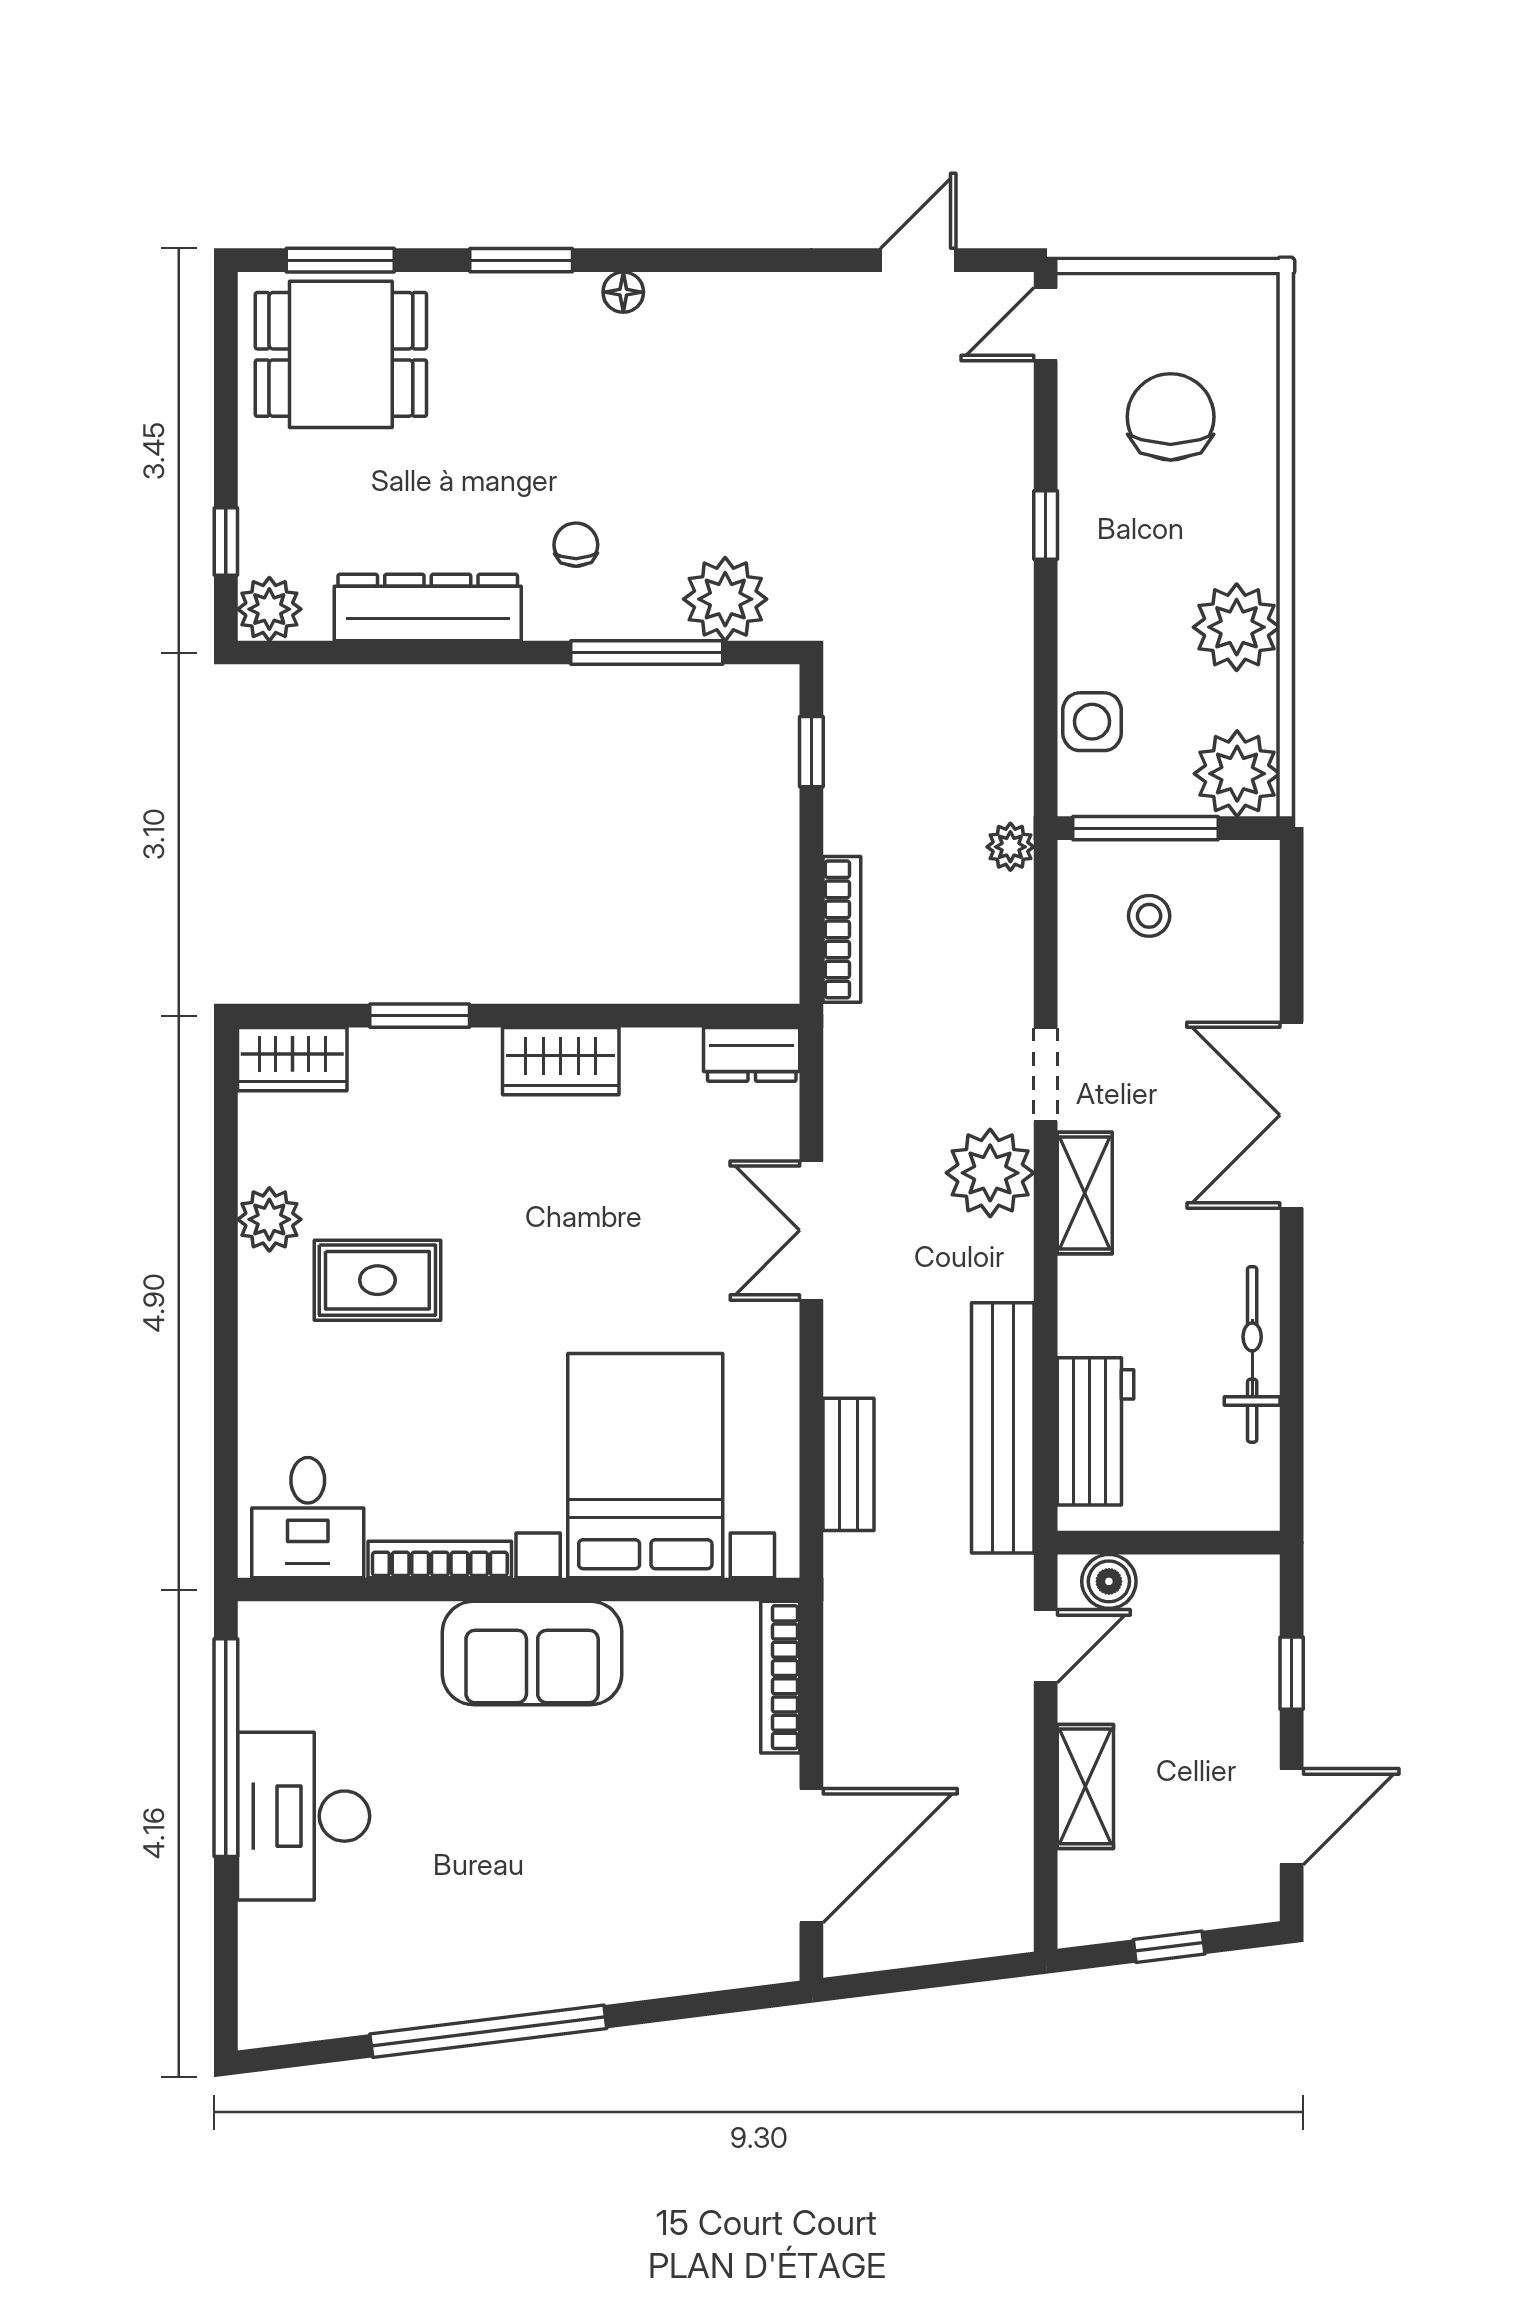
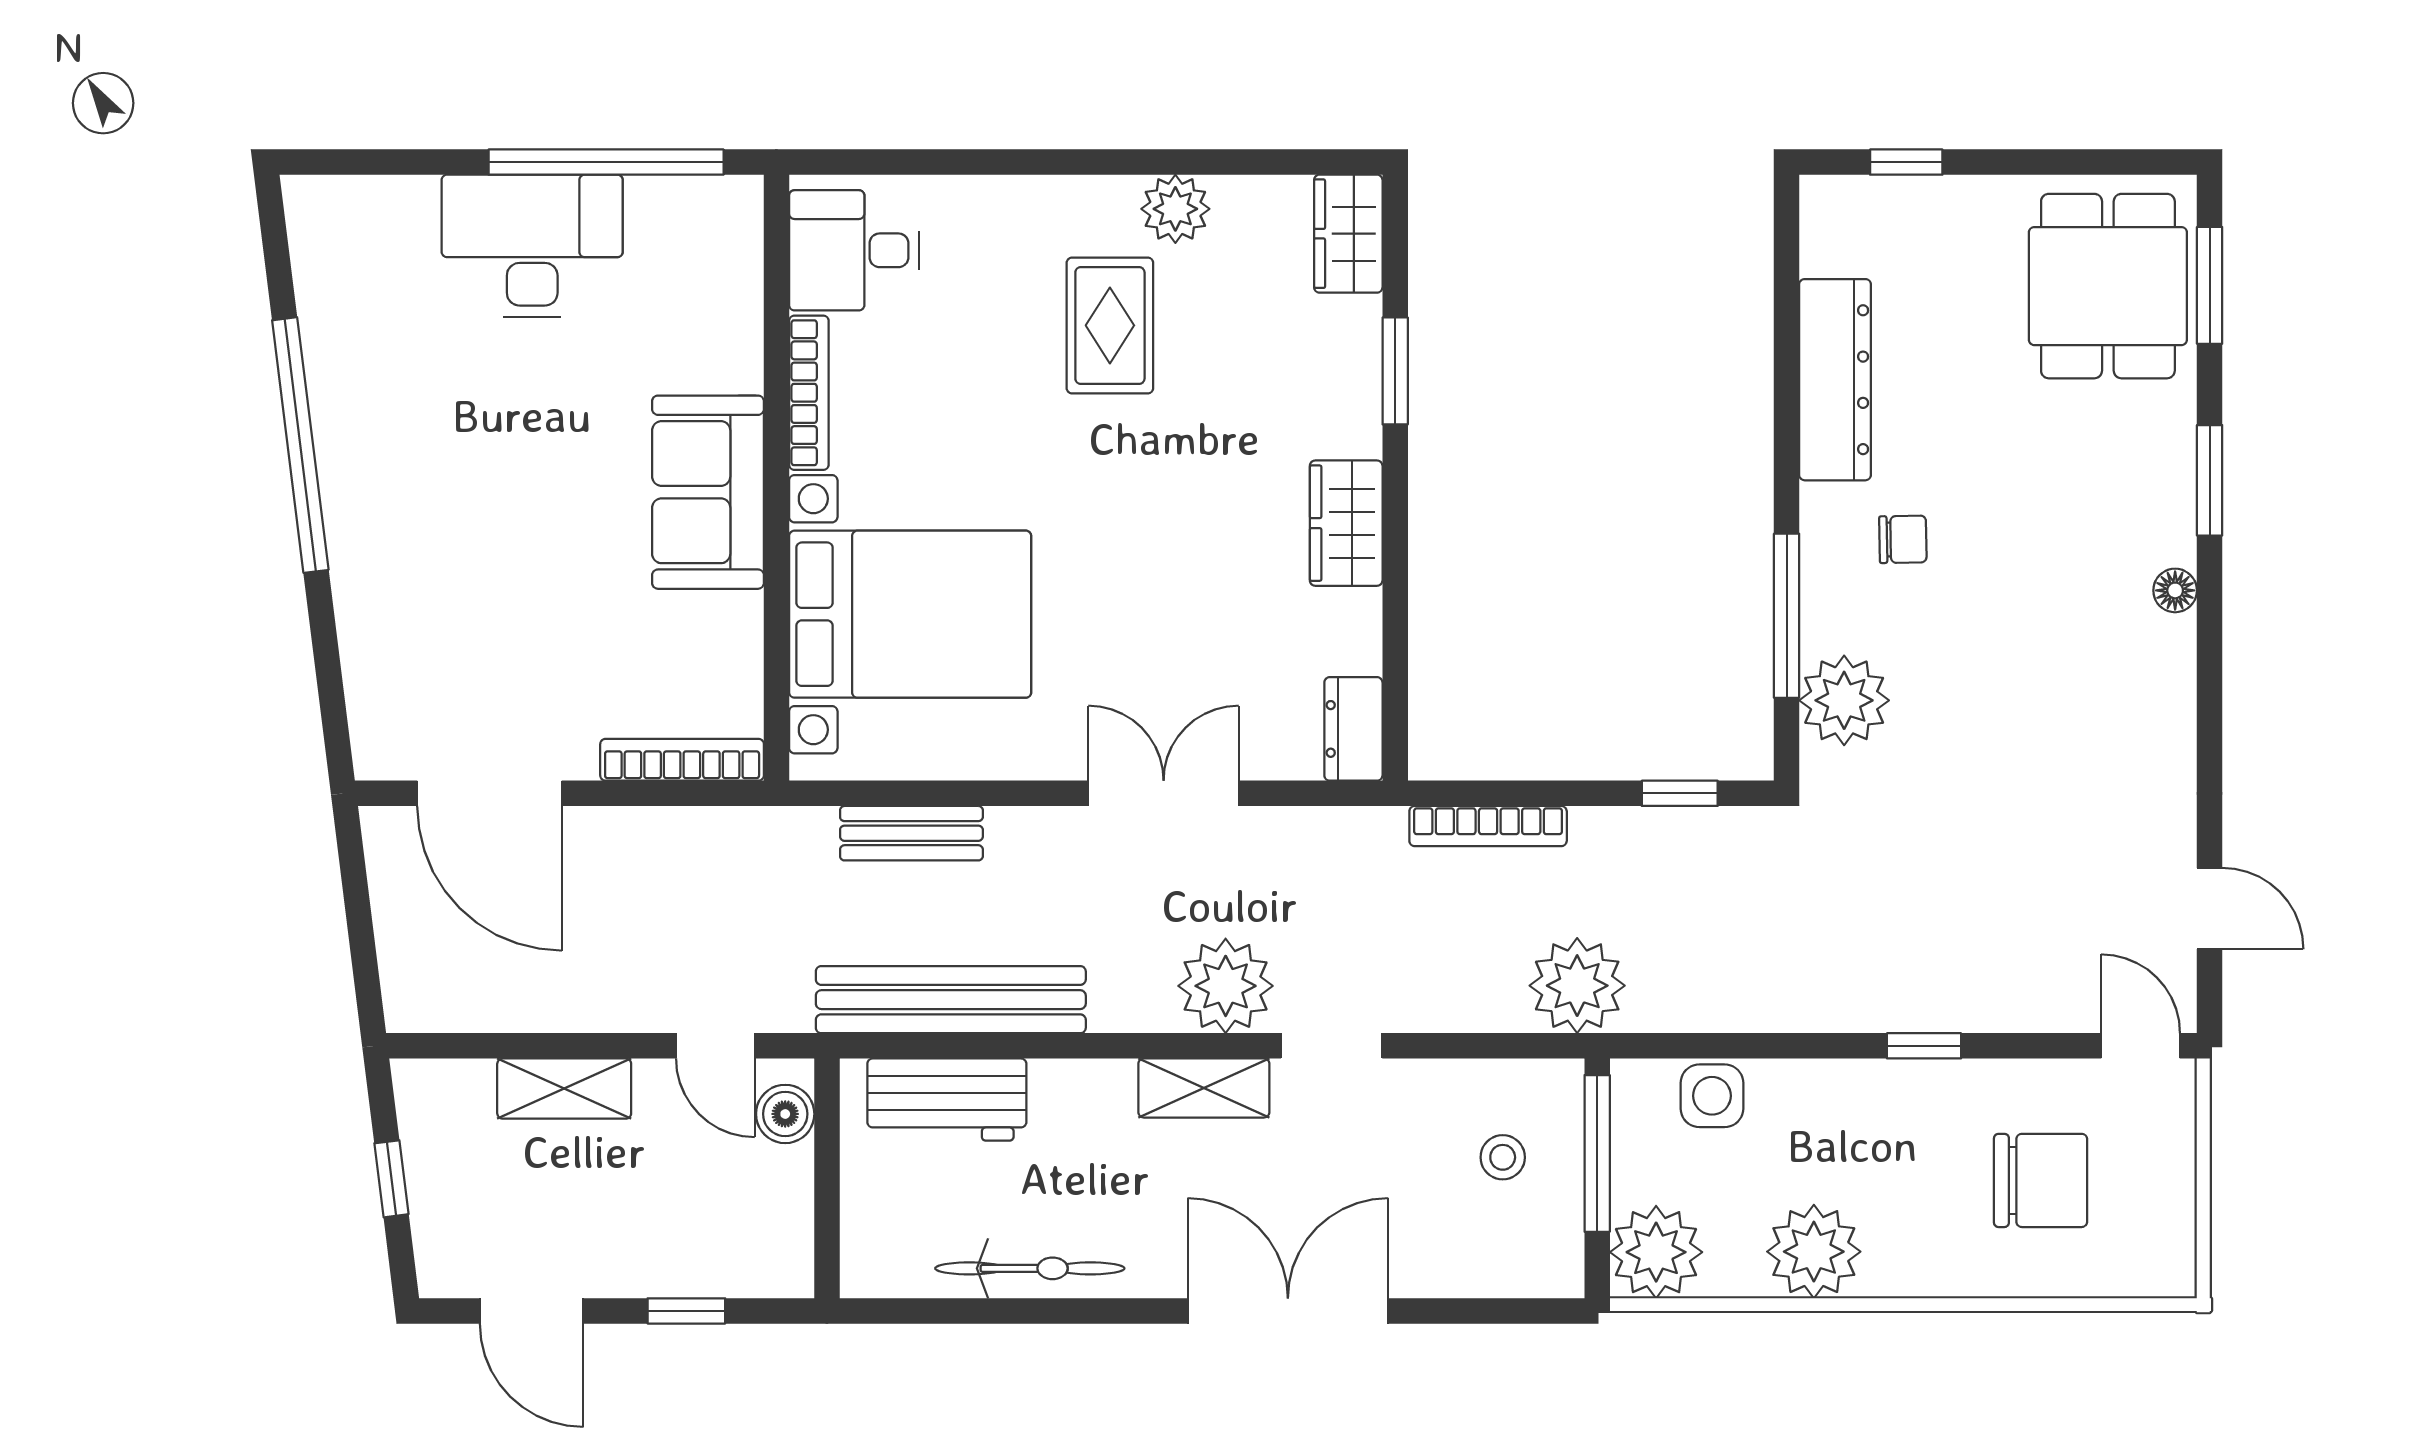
plant: (269, 609) -> (1833, 209), removed
plant: (1010, 847) -> (1577, 986), width x1.88, depth x1.88

